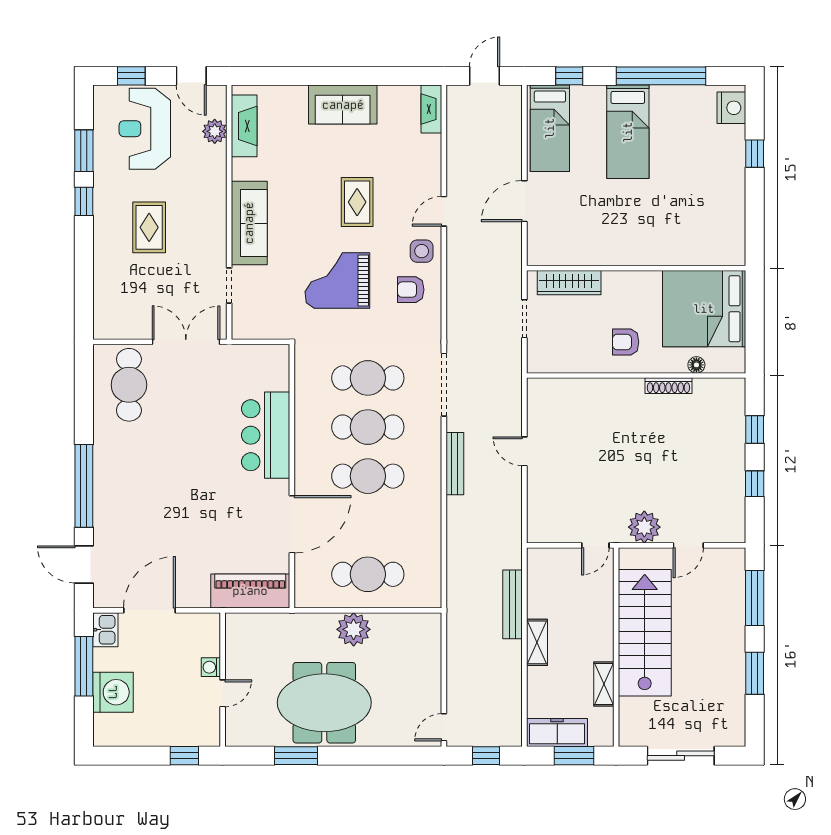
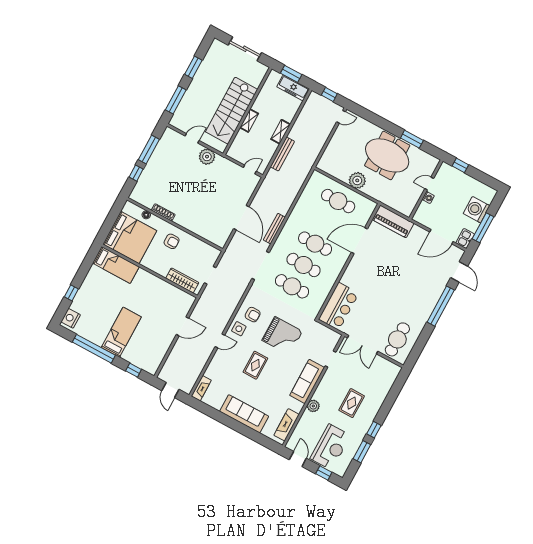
door: (485, 76) -> (170, 390), hinge flipped
sofa: (343, 105) -> (244, 414), width x1.36
bed: (550, 128) -> (116, 265), moved, turned 90
plant: (215, 131) -> (313, 406), moved
bar counter: (266, 435) -> (339, 306), moved
door: (524, 451) -> (241, 218), width x1.87
window: (755, 484) -> (149, 150), width x2.17
door: (595, 545) -> (250, 169), moved
shelving: (604, 684) -> (249, 121), moved

